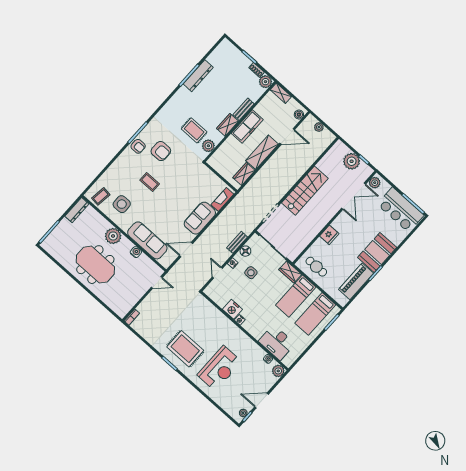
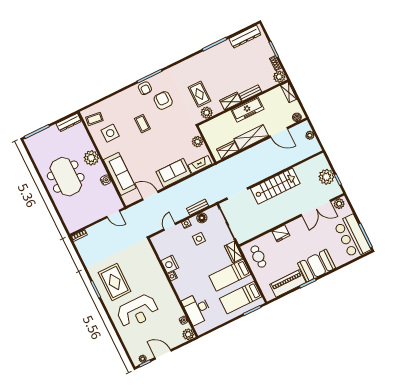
dresser: (198, 76) -> (245, 37), moved
armchair: (161, 151) -> (163, 100), turned 180
plant: (211, 178) -> (197, 142), added

